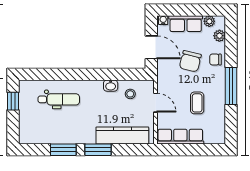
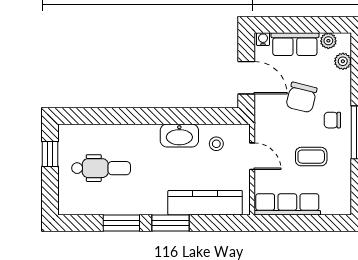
chair: (215, 60) -> (332, 120), moved
washbasin: (111, 86) -> (179, 136), width x1.91, depth x1.45
dental chair: (59, 99) -> (101, 168), moved
coffee table: (197, 103) -> (311, 157), turned 90

